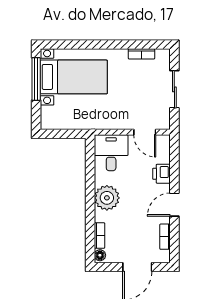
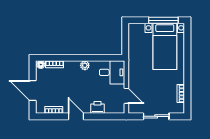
door: (145, 132) -> (126, 96), swing flipped
plant: (107, 198) -> (85, 65), width x0.53, depth x0.53

